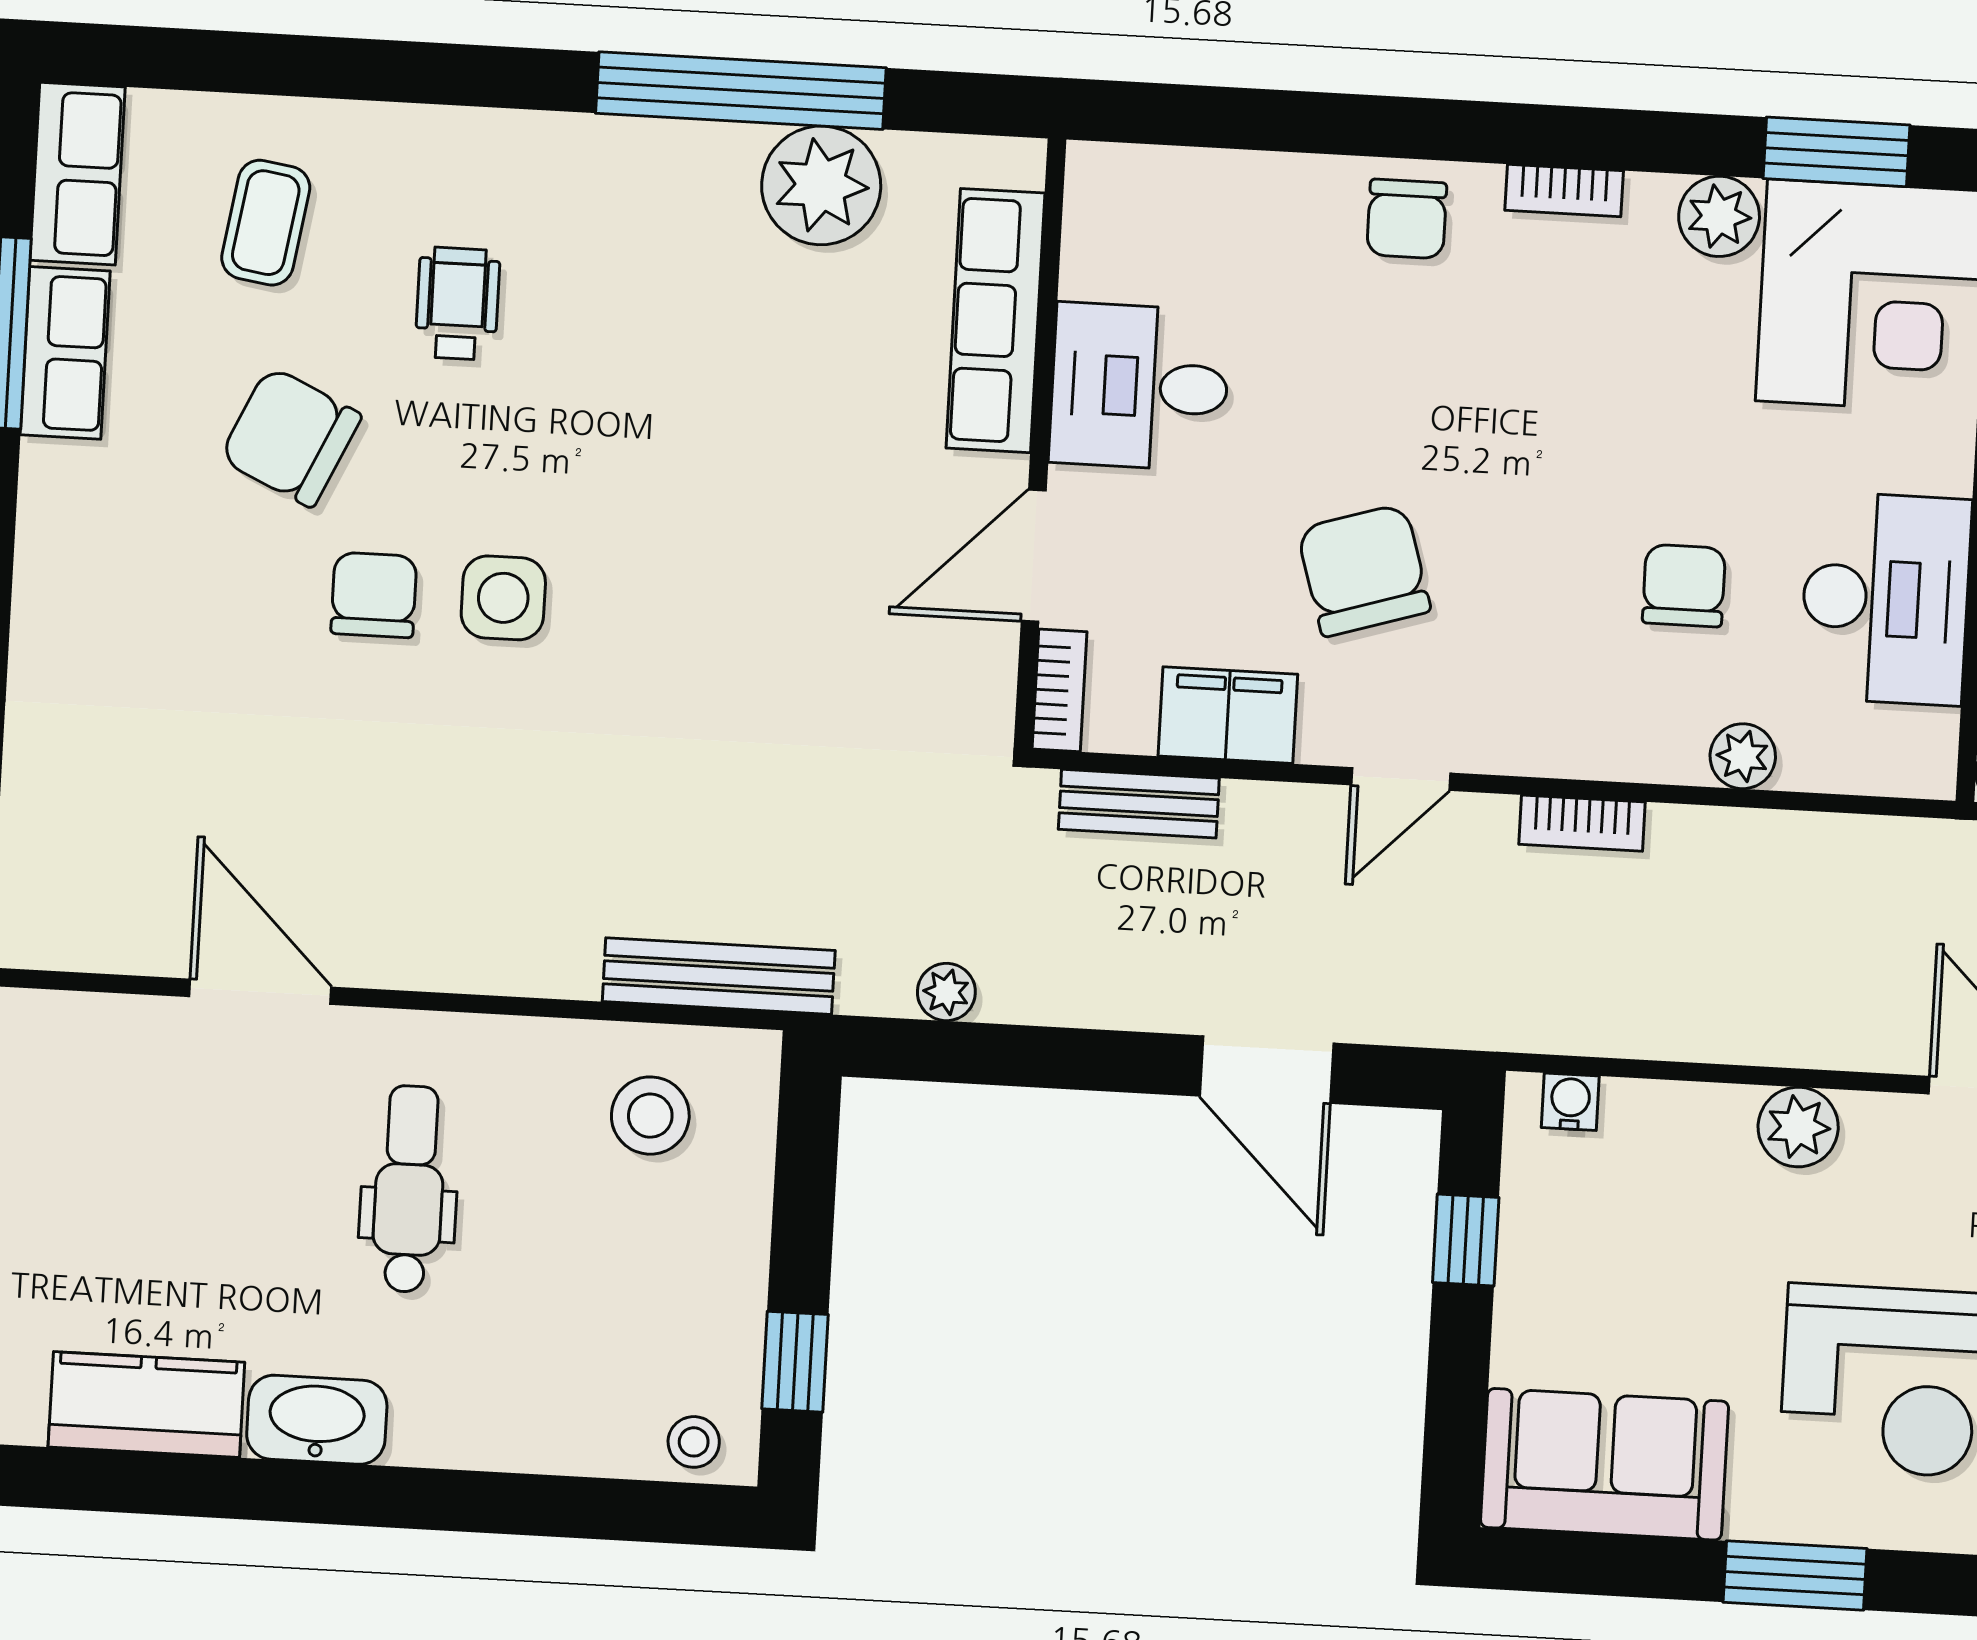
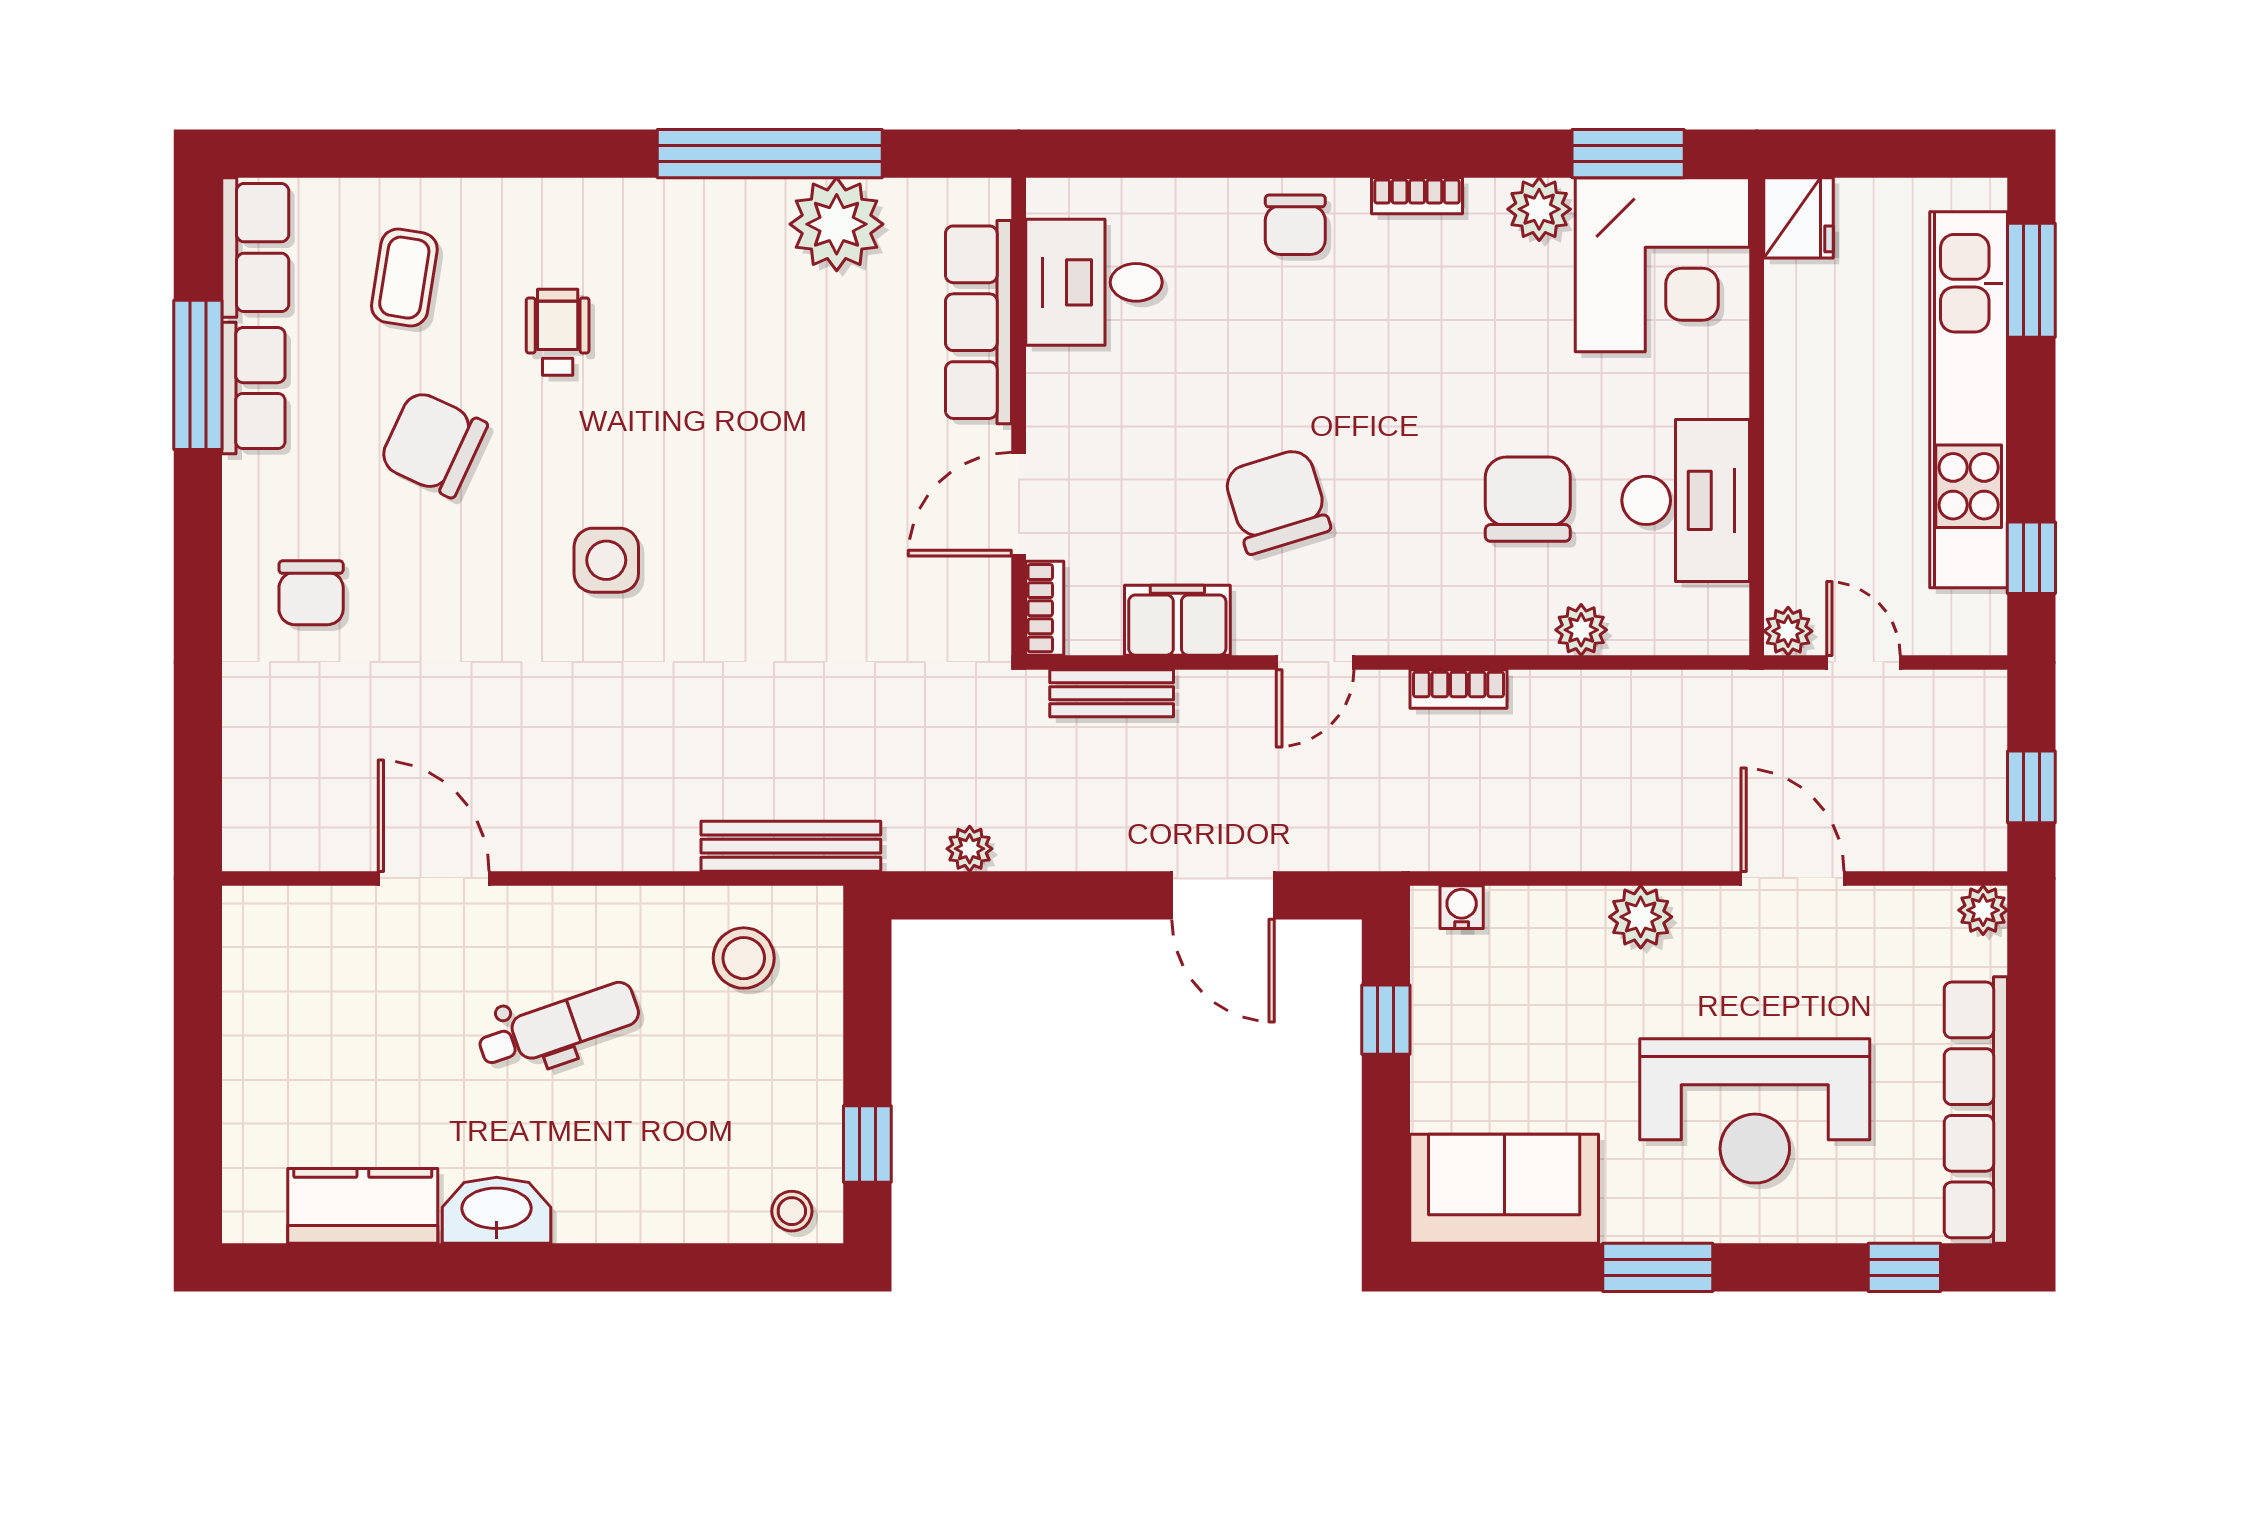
desk: (1140, 387) -> (1094, 282), moved
chair: (1684, 586) -> (1528, 499), width x1.37, depth x1.37
chair: (374, 595) -> (311, 593), moved, turned 180
dental chair: (409, 1189) -> (558, 1026), turned 71

